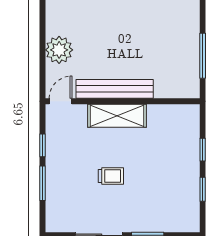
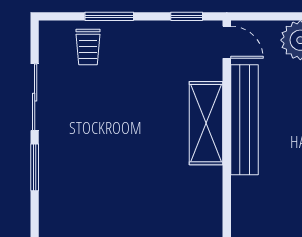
window: (43, 145) -> (187, 16), moved
trolley: (111, 176) -> (88, 47), moved

